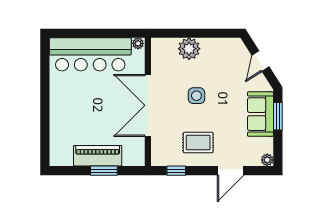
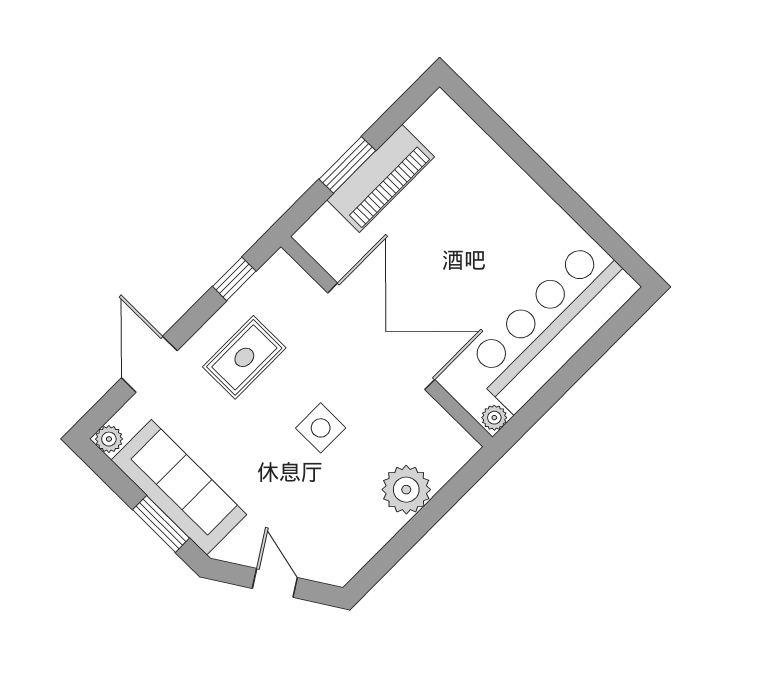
sofa: (260, 114) -> (179, 487), width x1.36

